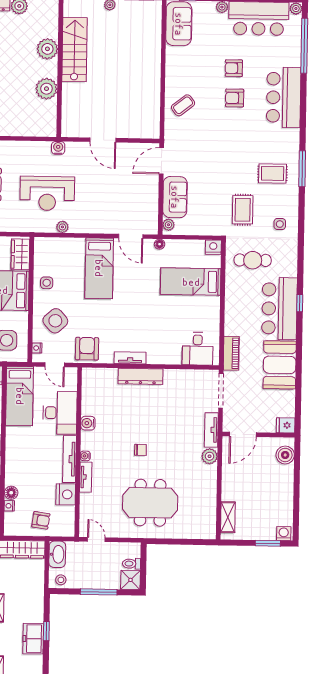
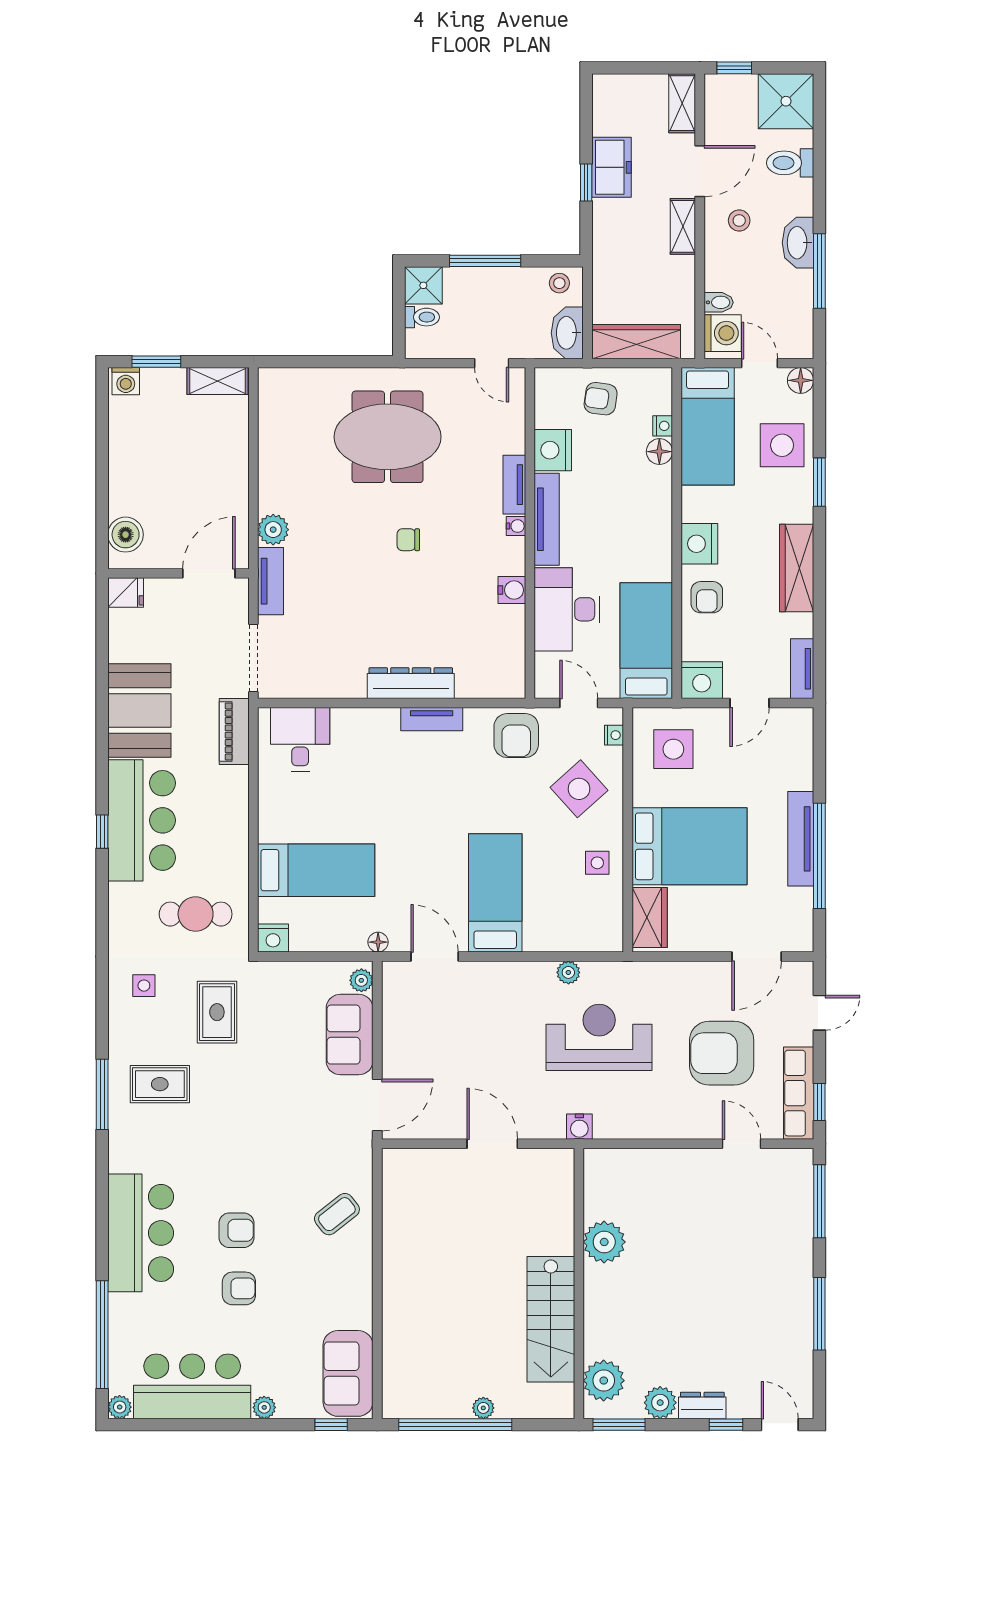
plant: (47, 49) -> (604, 1381), moved
shelving: (228, 517) -> (218, 381), moved, turned 90

